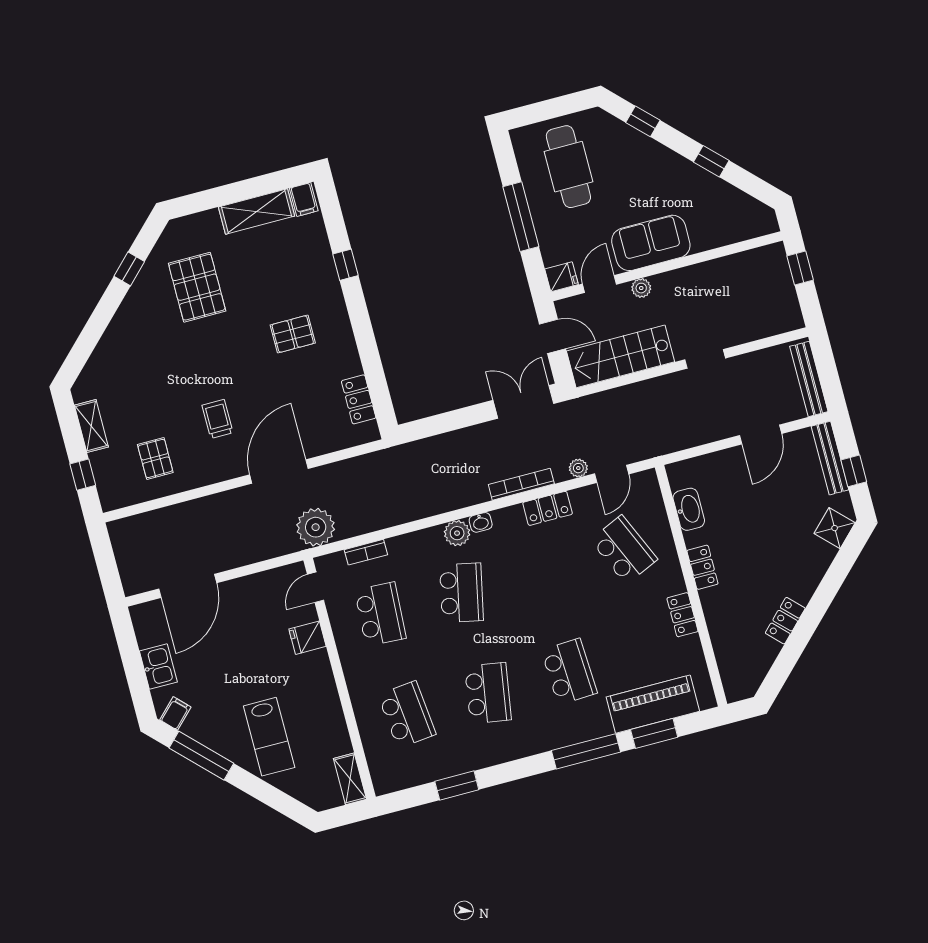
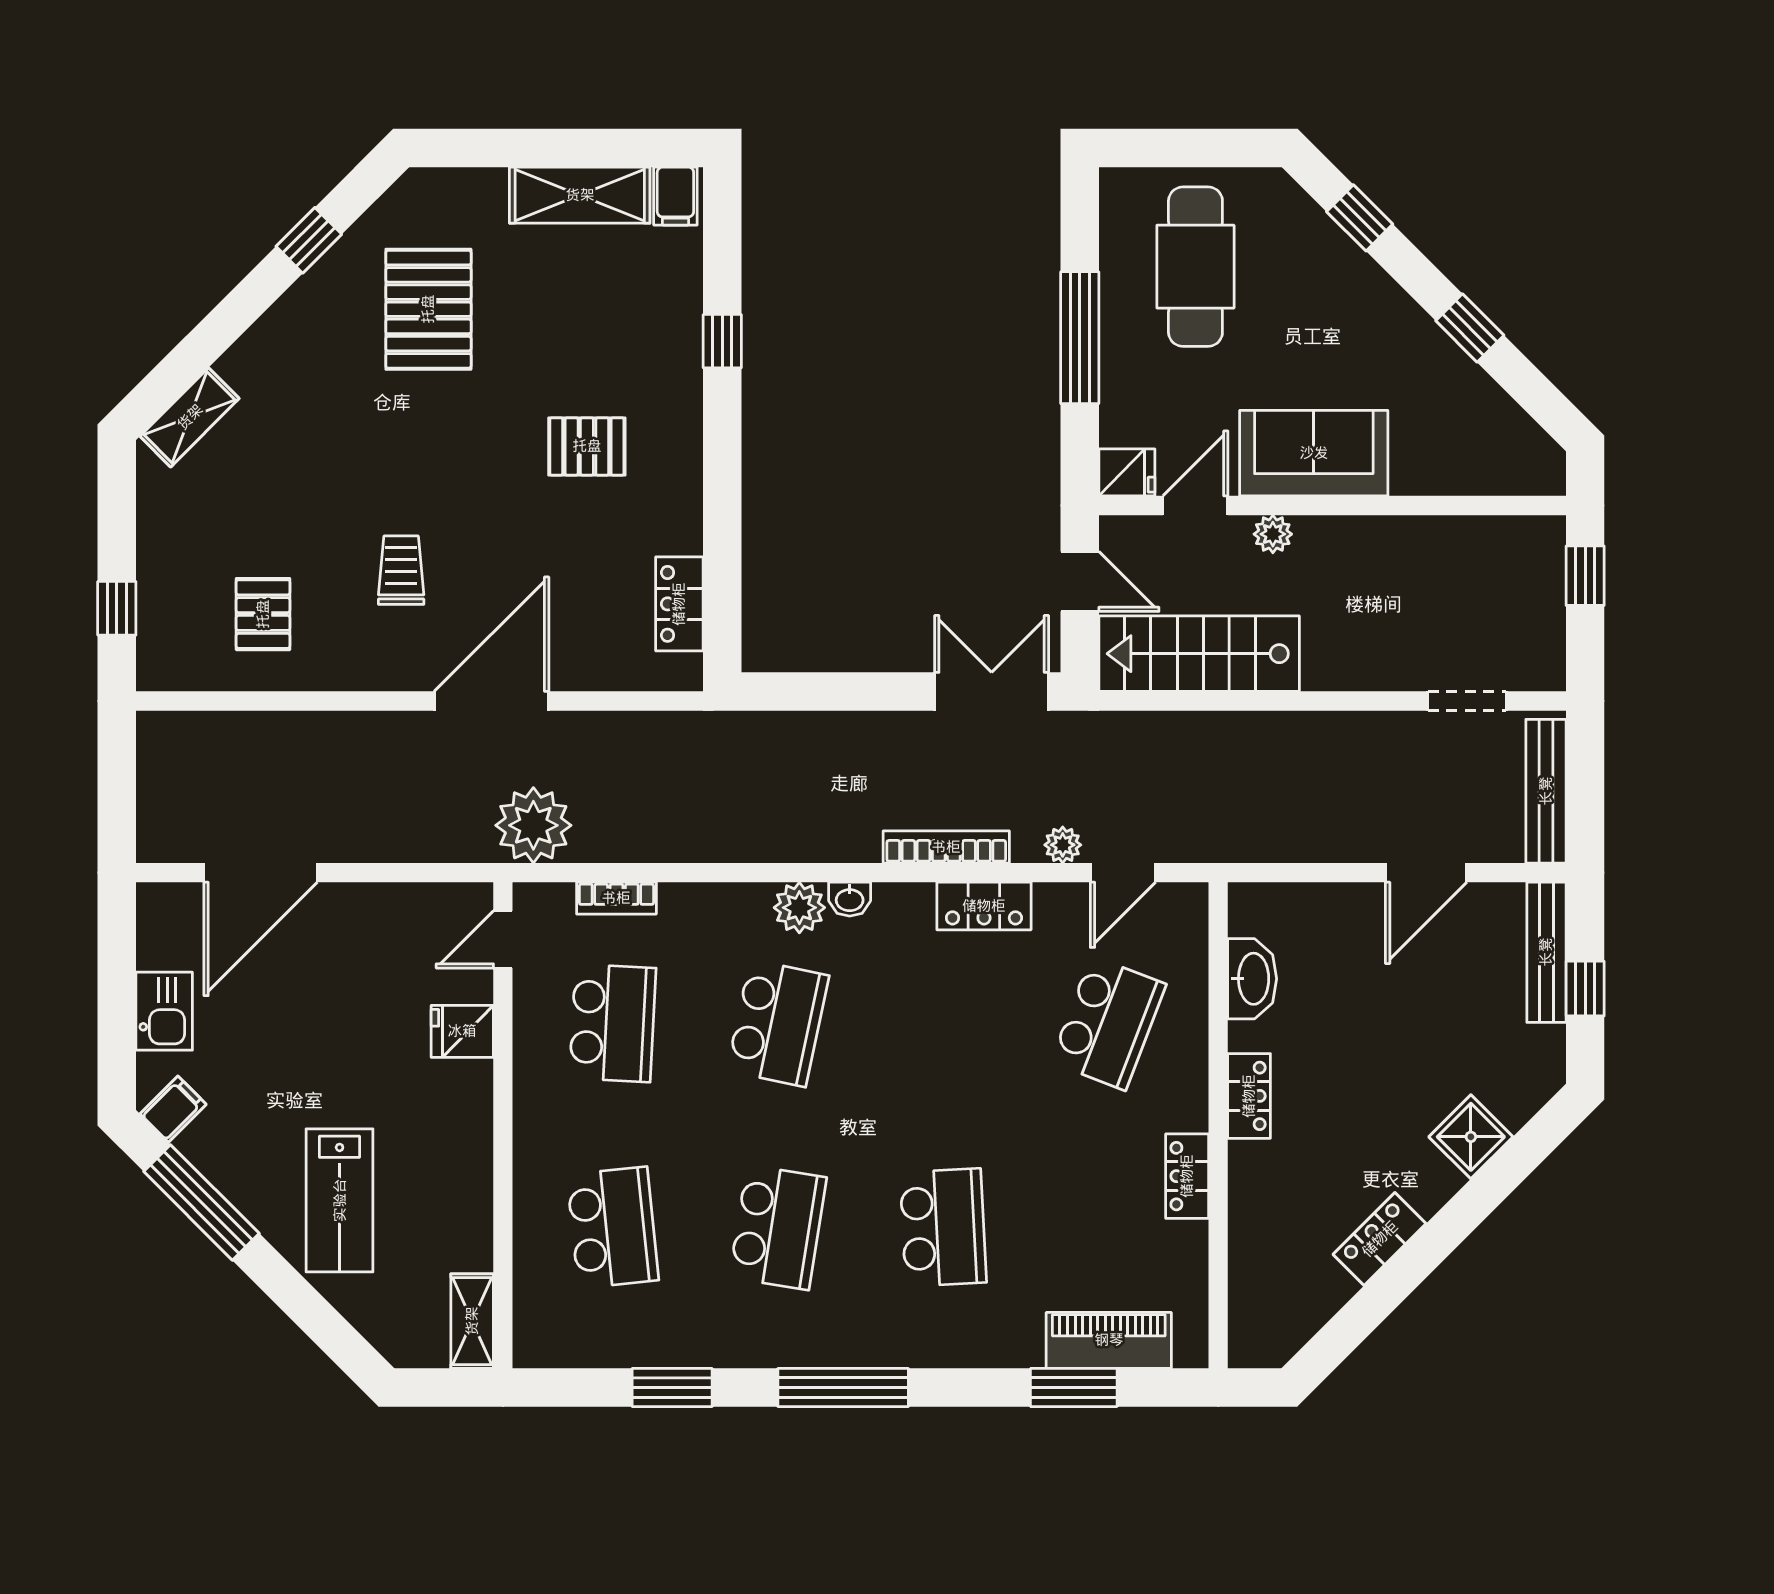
doorway: (705, 359) -> (1467, 701), moved
shelving: (91, 426) -> (190, 417), moved, turned 45
shower: (835, 528) -> (1471, 1137), moved
school desk: (624, 550) -> (1108, 1023), turned 45
piano: (653, 704) -> (1109, 1340), width x0.73, depth x0.75
window: (586, 751) -> (843, 1387), moved

